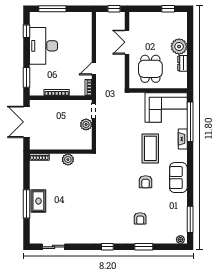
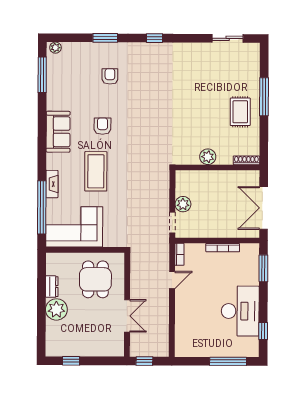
double door: (27, 122) -> (264, 208), swing flipped
rug: (38, 201) -> (240, 112), moved

